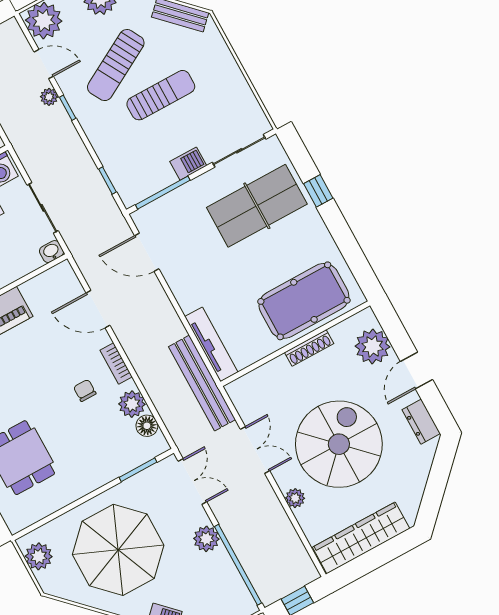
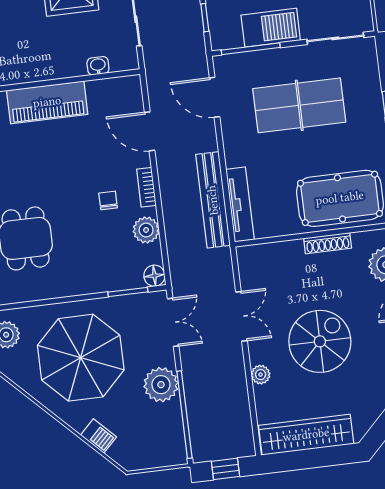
barbecue: (188, 164) -> (271, 28), width x1.88, depth x1.53
table tennis table: (257, 206) -> (299, 105), moved
washbasin: (51, 252) -> (98, 66), moved
bench: (202, 383) -> (213, 200), moved
floor lamp: (147, 426) -> (154, 276), moved
spiral stairs: (339, 444) -> (320, 341), width x0.73, depth x0.73
plant: (206, 539) -> (161, 385), width x1.36, depth x1.36

